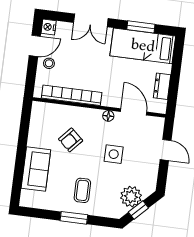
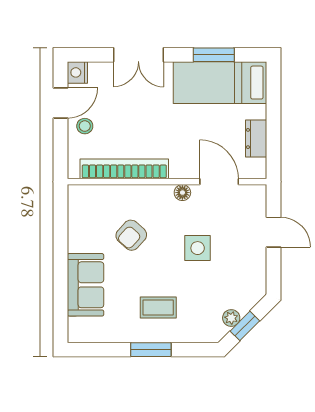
coffee table: (82, 190) -> (158, 308), turned 90
plant: (131, 197) -> (231, 318), width x0.53, depth x0.53

